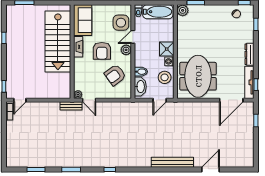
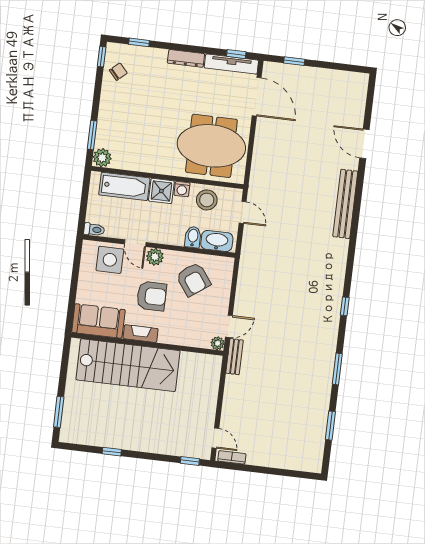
bathtub: (158, 12) -> (124, 186), moved, turned 90

